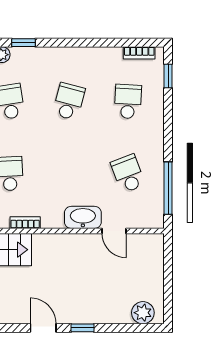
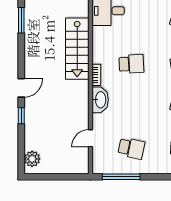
school desk: (128, 174) -> (131, 148), turned 33
washbasin: (83, 217) -> (100, 100), moved

